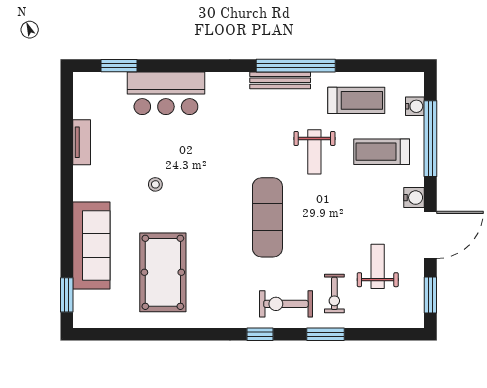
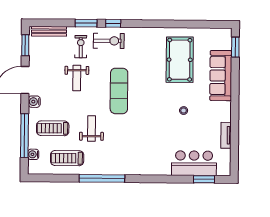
bench: (280, 80) -> (49, 31), moved
bar counter: (166, 93) -> (194, 163), moved
treadmill: (382, 152) -> (53, 128), turned 180
weight bench: (378, 266) -> (77, 78), moved
window: (260, 334) -> (113, 23), moved

